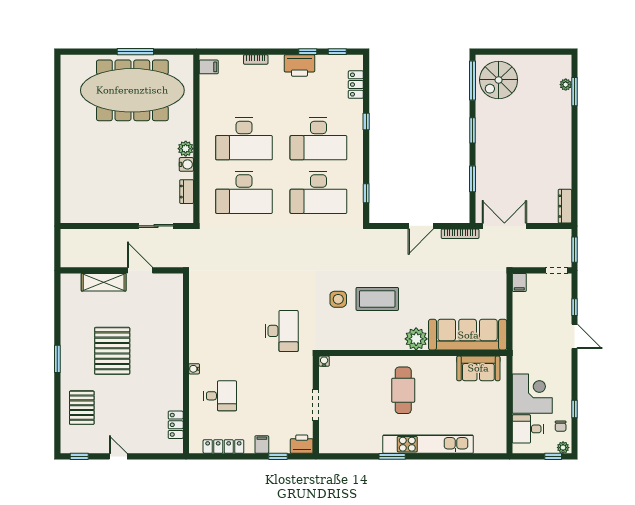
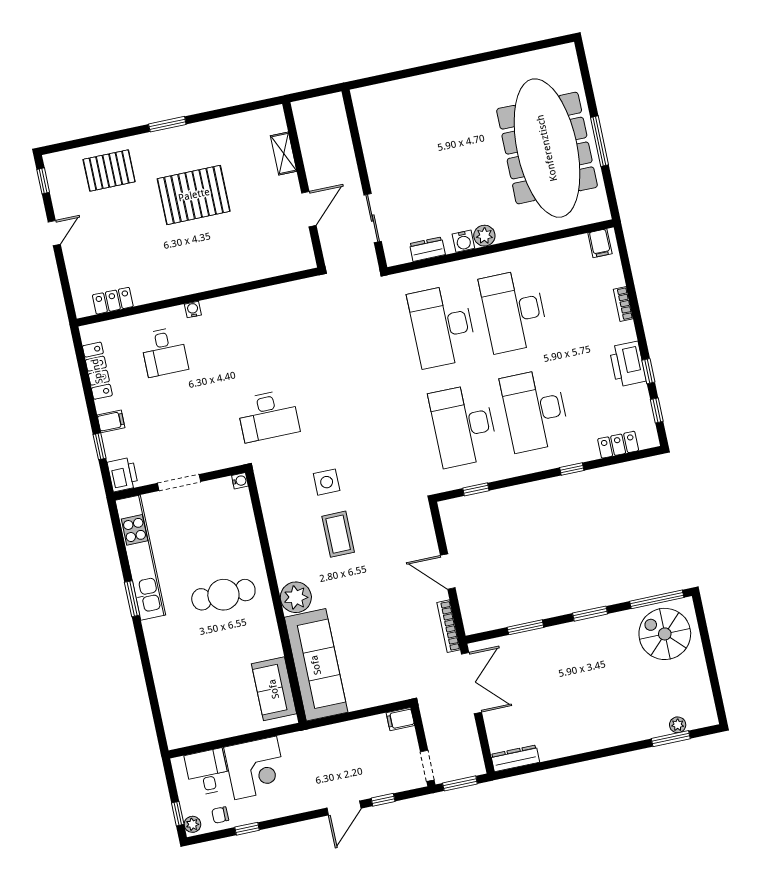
shelving: (104, 282) -> (284, 153), width x0.67, depth x0.75
coffee table: (377, 299) -> (338, 534), width x0.73, depth x0.76
kitchen unit: (428, 444) -> (140, 558), moved

